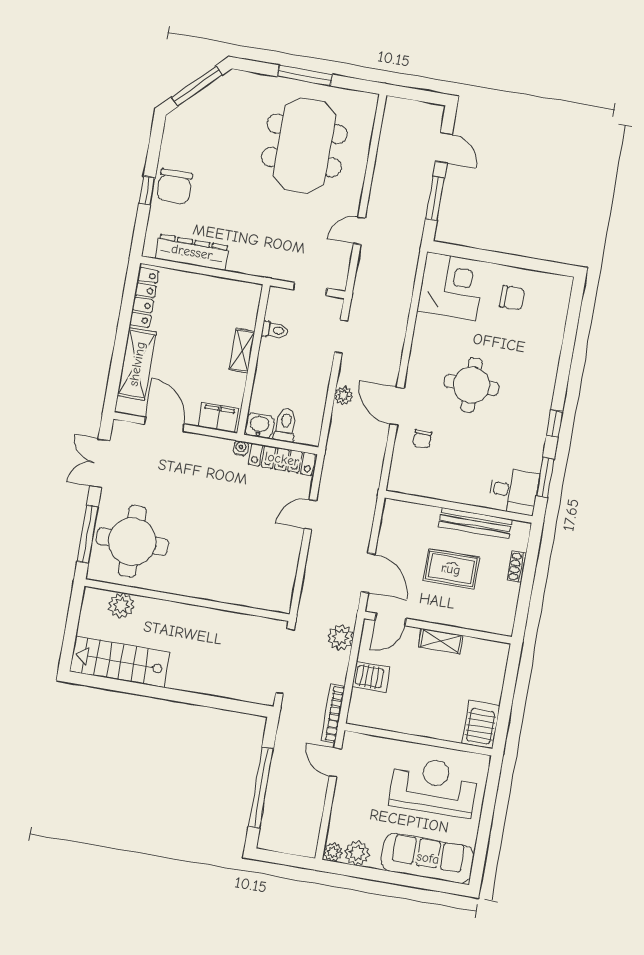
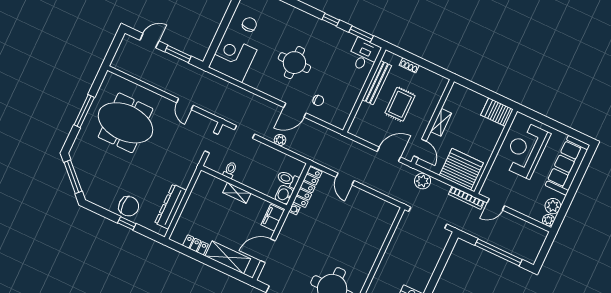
locker: (144, 298) -> (195, 245), width x0.66
server rack: (371, 677) -> (461, 169), width x2.18, depth x1.44

